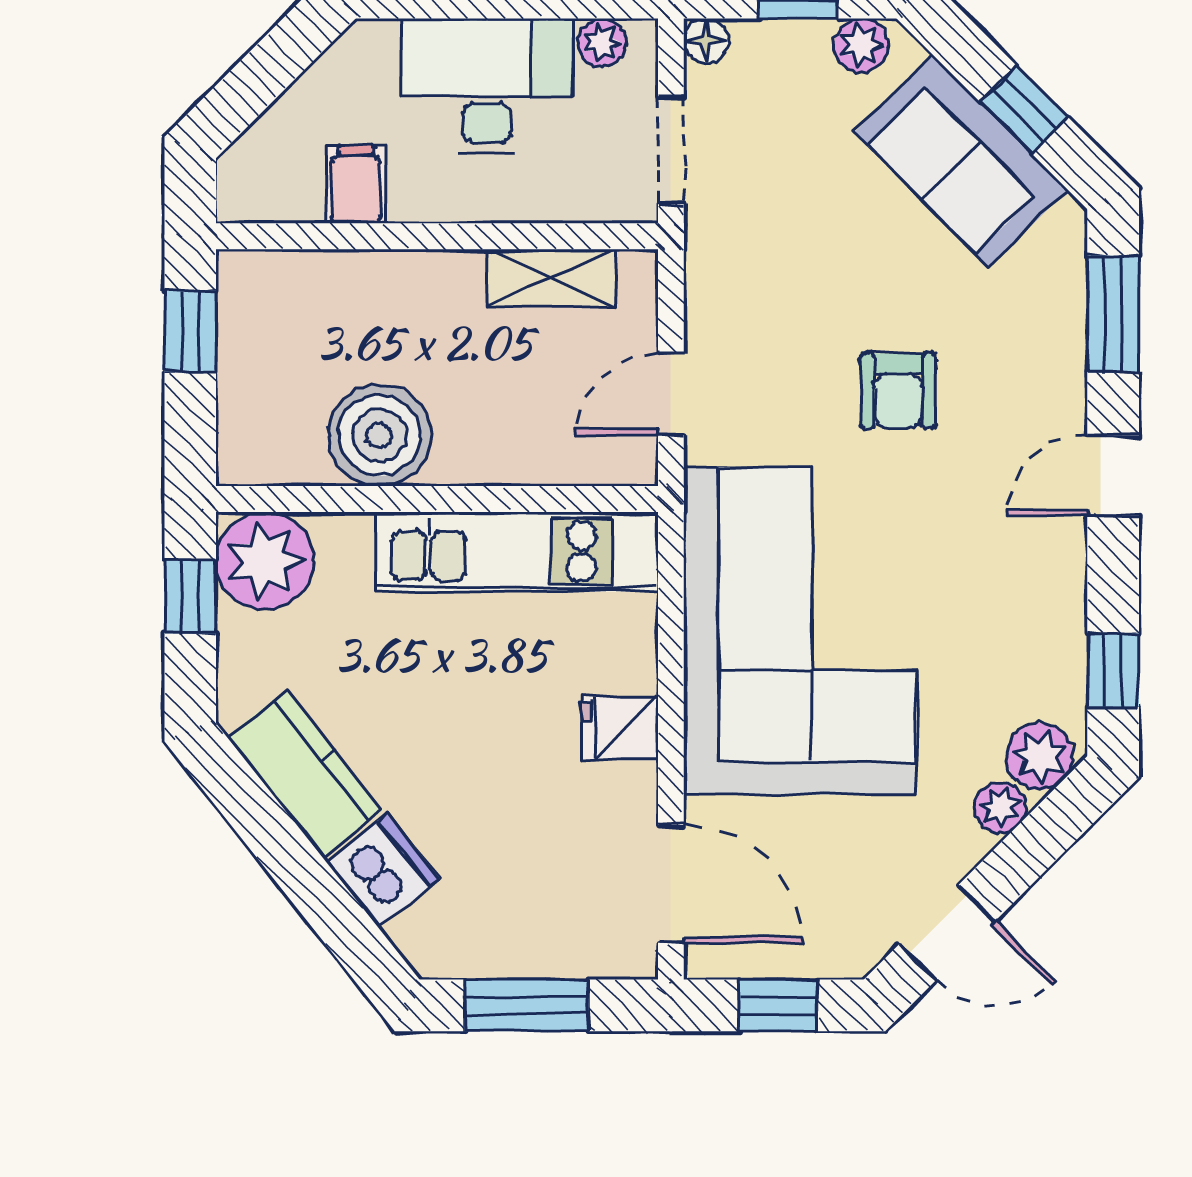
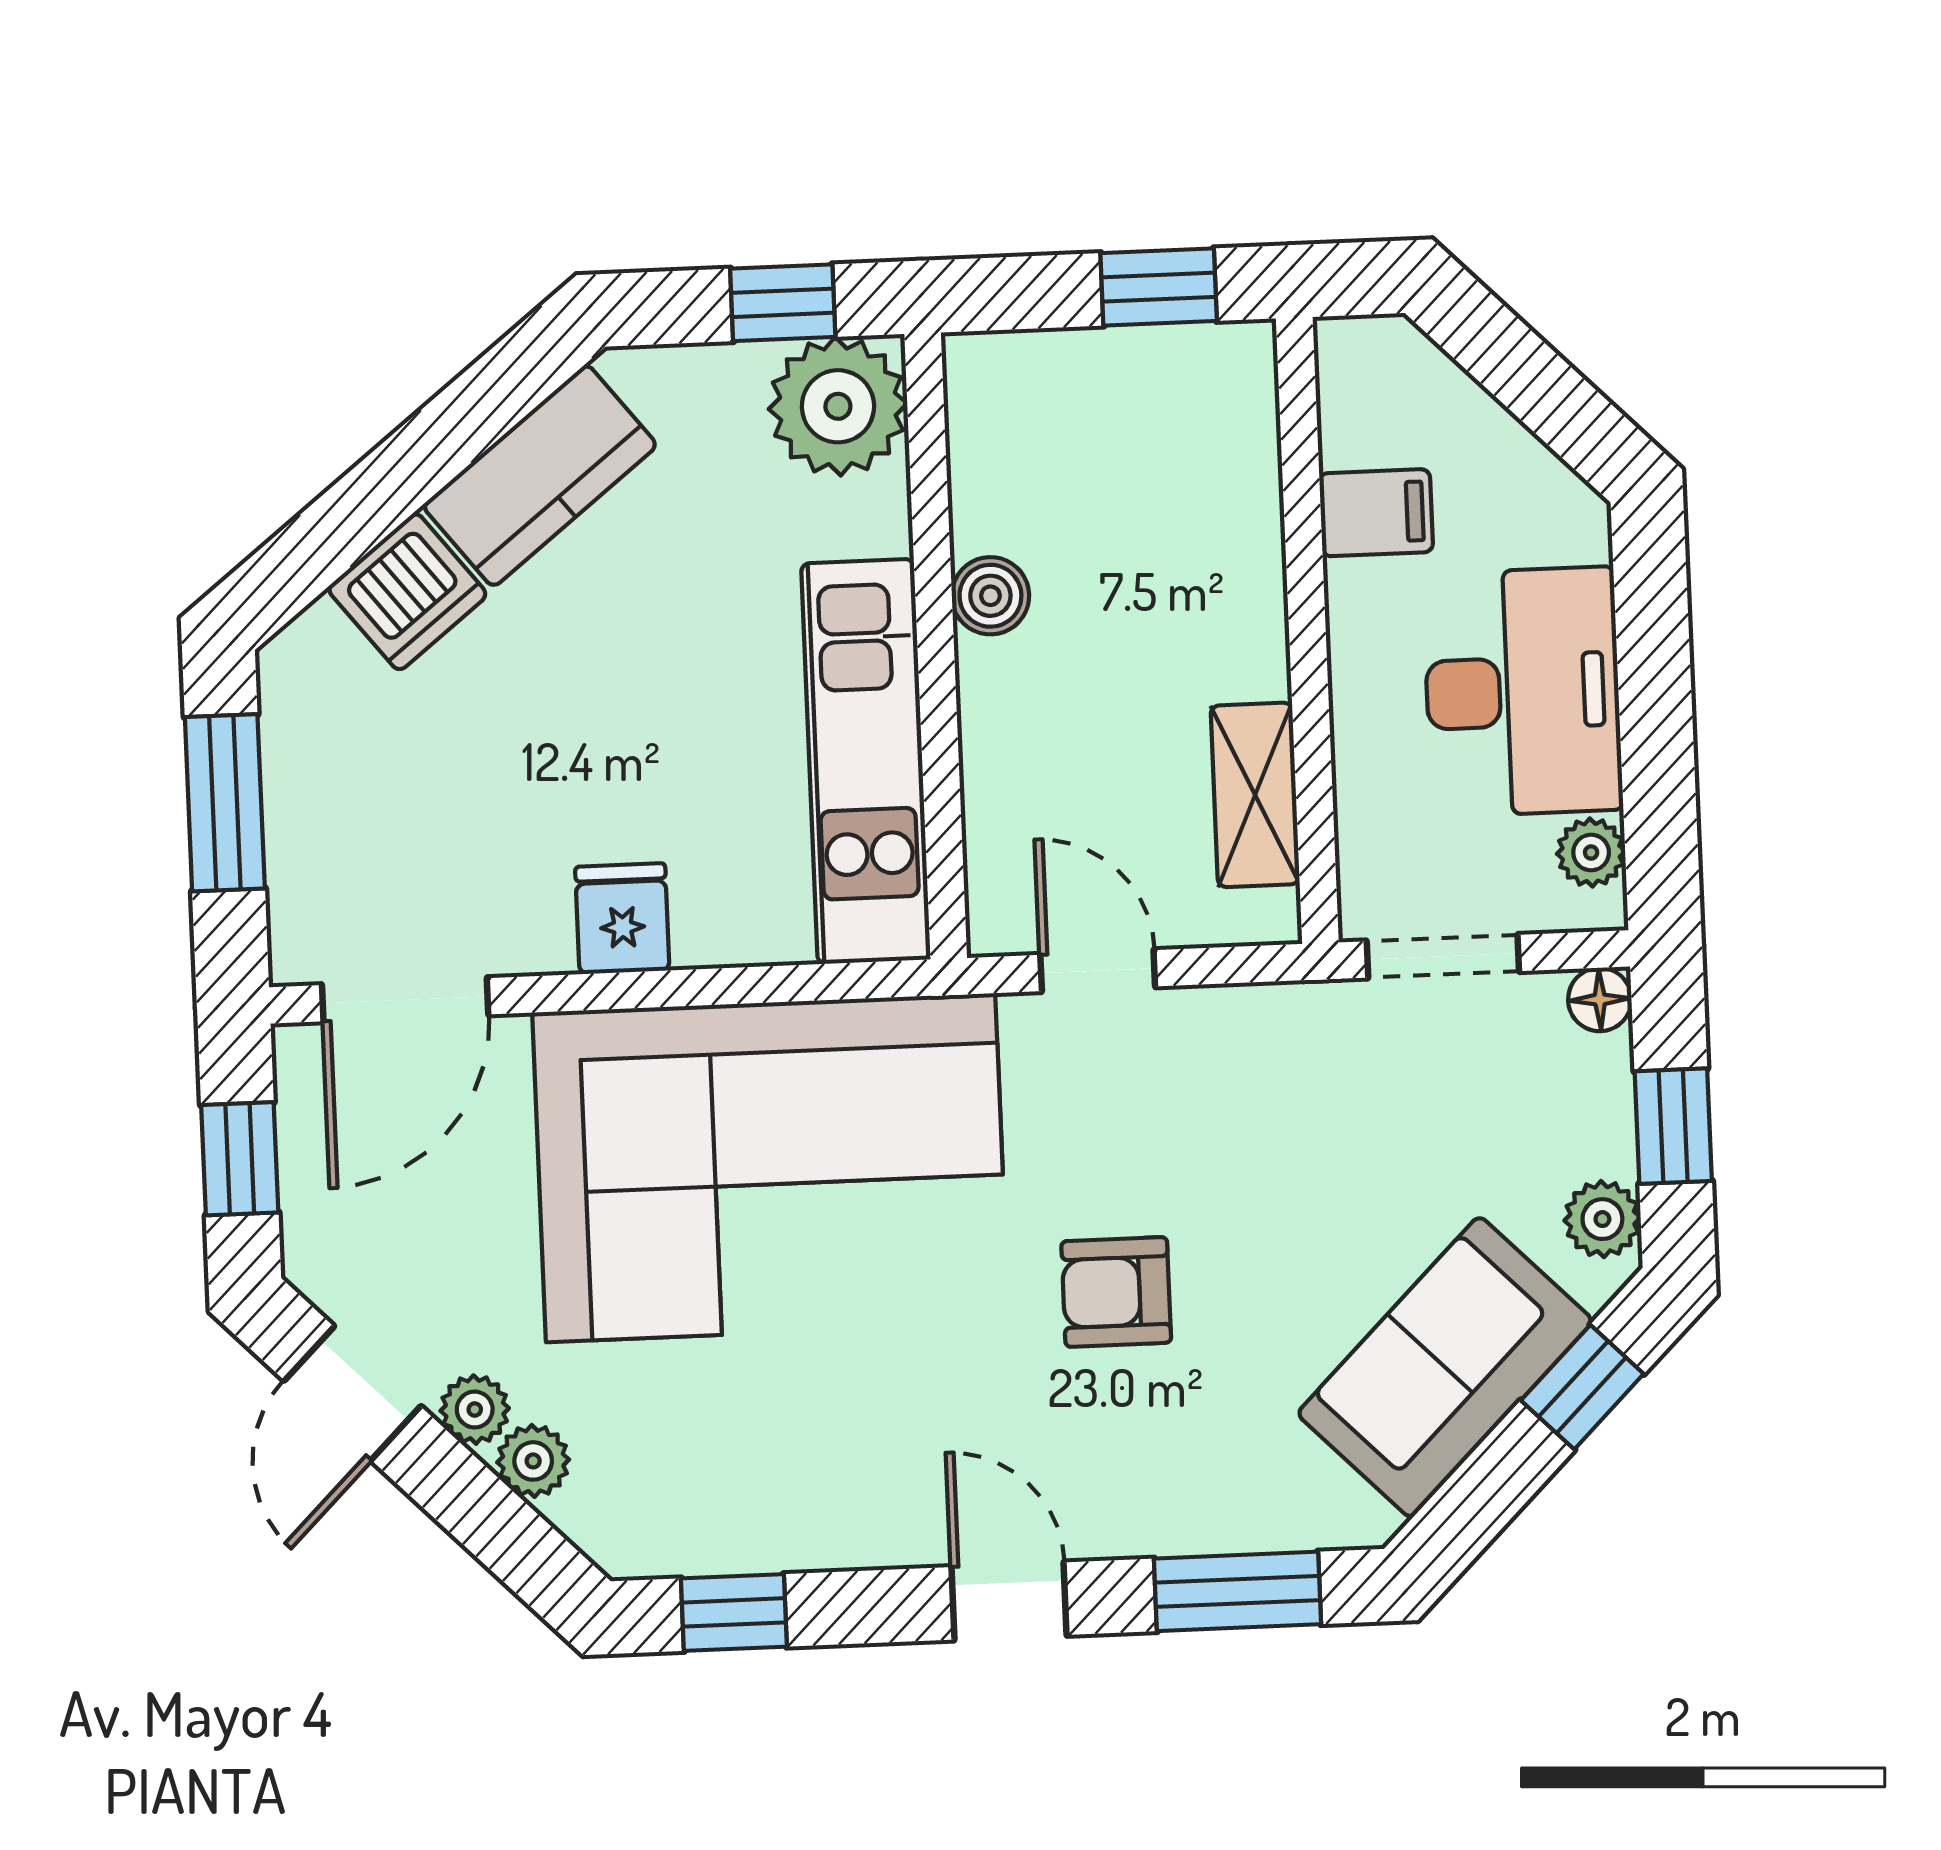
window: (1024, 110) -> (1582, 1387), moved
boiler: (379, 435) -> (990, 596), width x0.54, depth x0.54
plant: (1040, 756) -> (475, 1410), moved, width x0.73, depth x0.73

